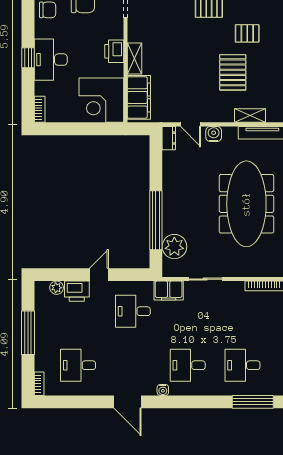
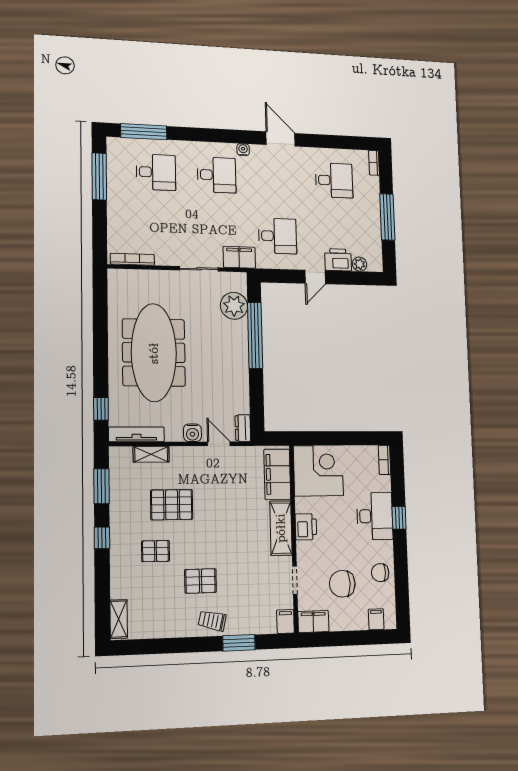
shelving: (135, 58) -> (281, 528), width x1.50, depth x1.33
pallet: (233, 72) -> (172, 505), turned 90

